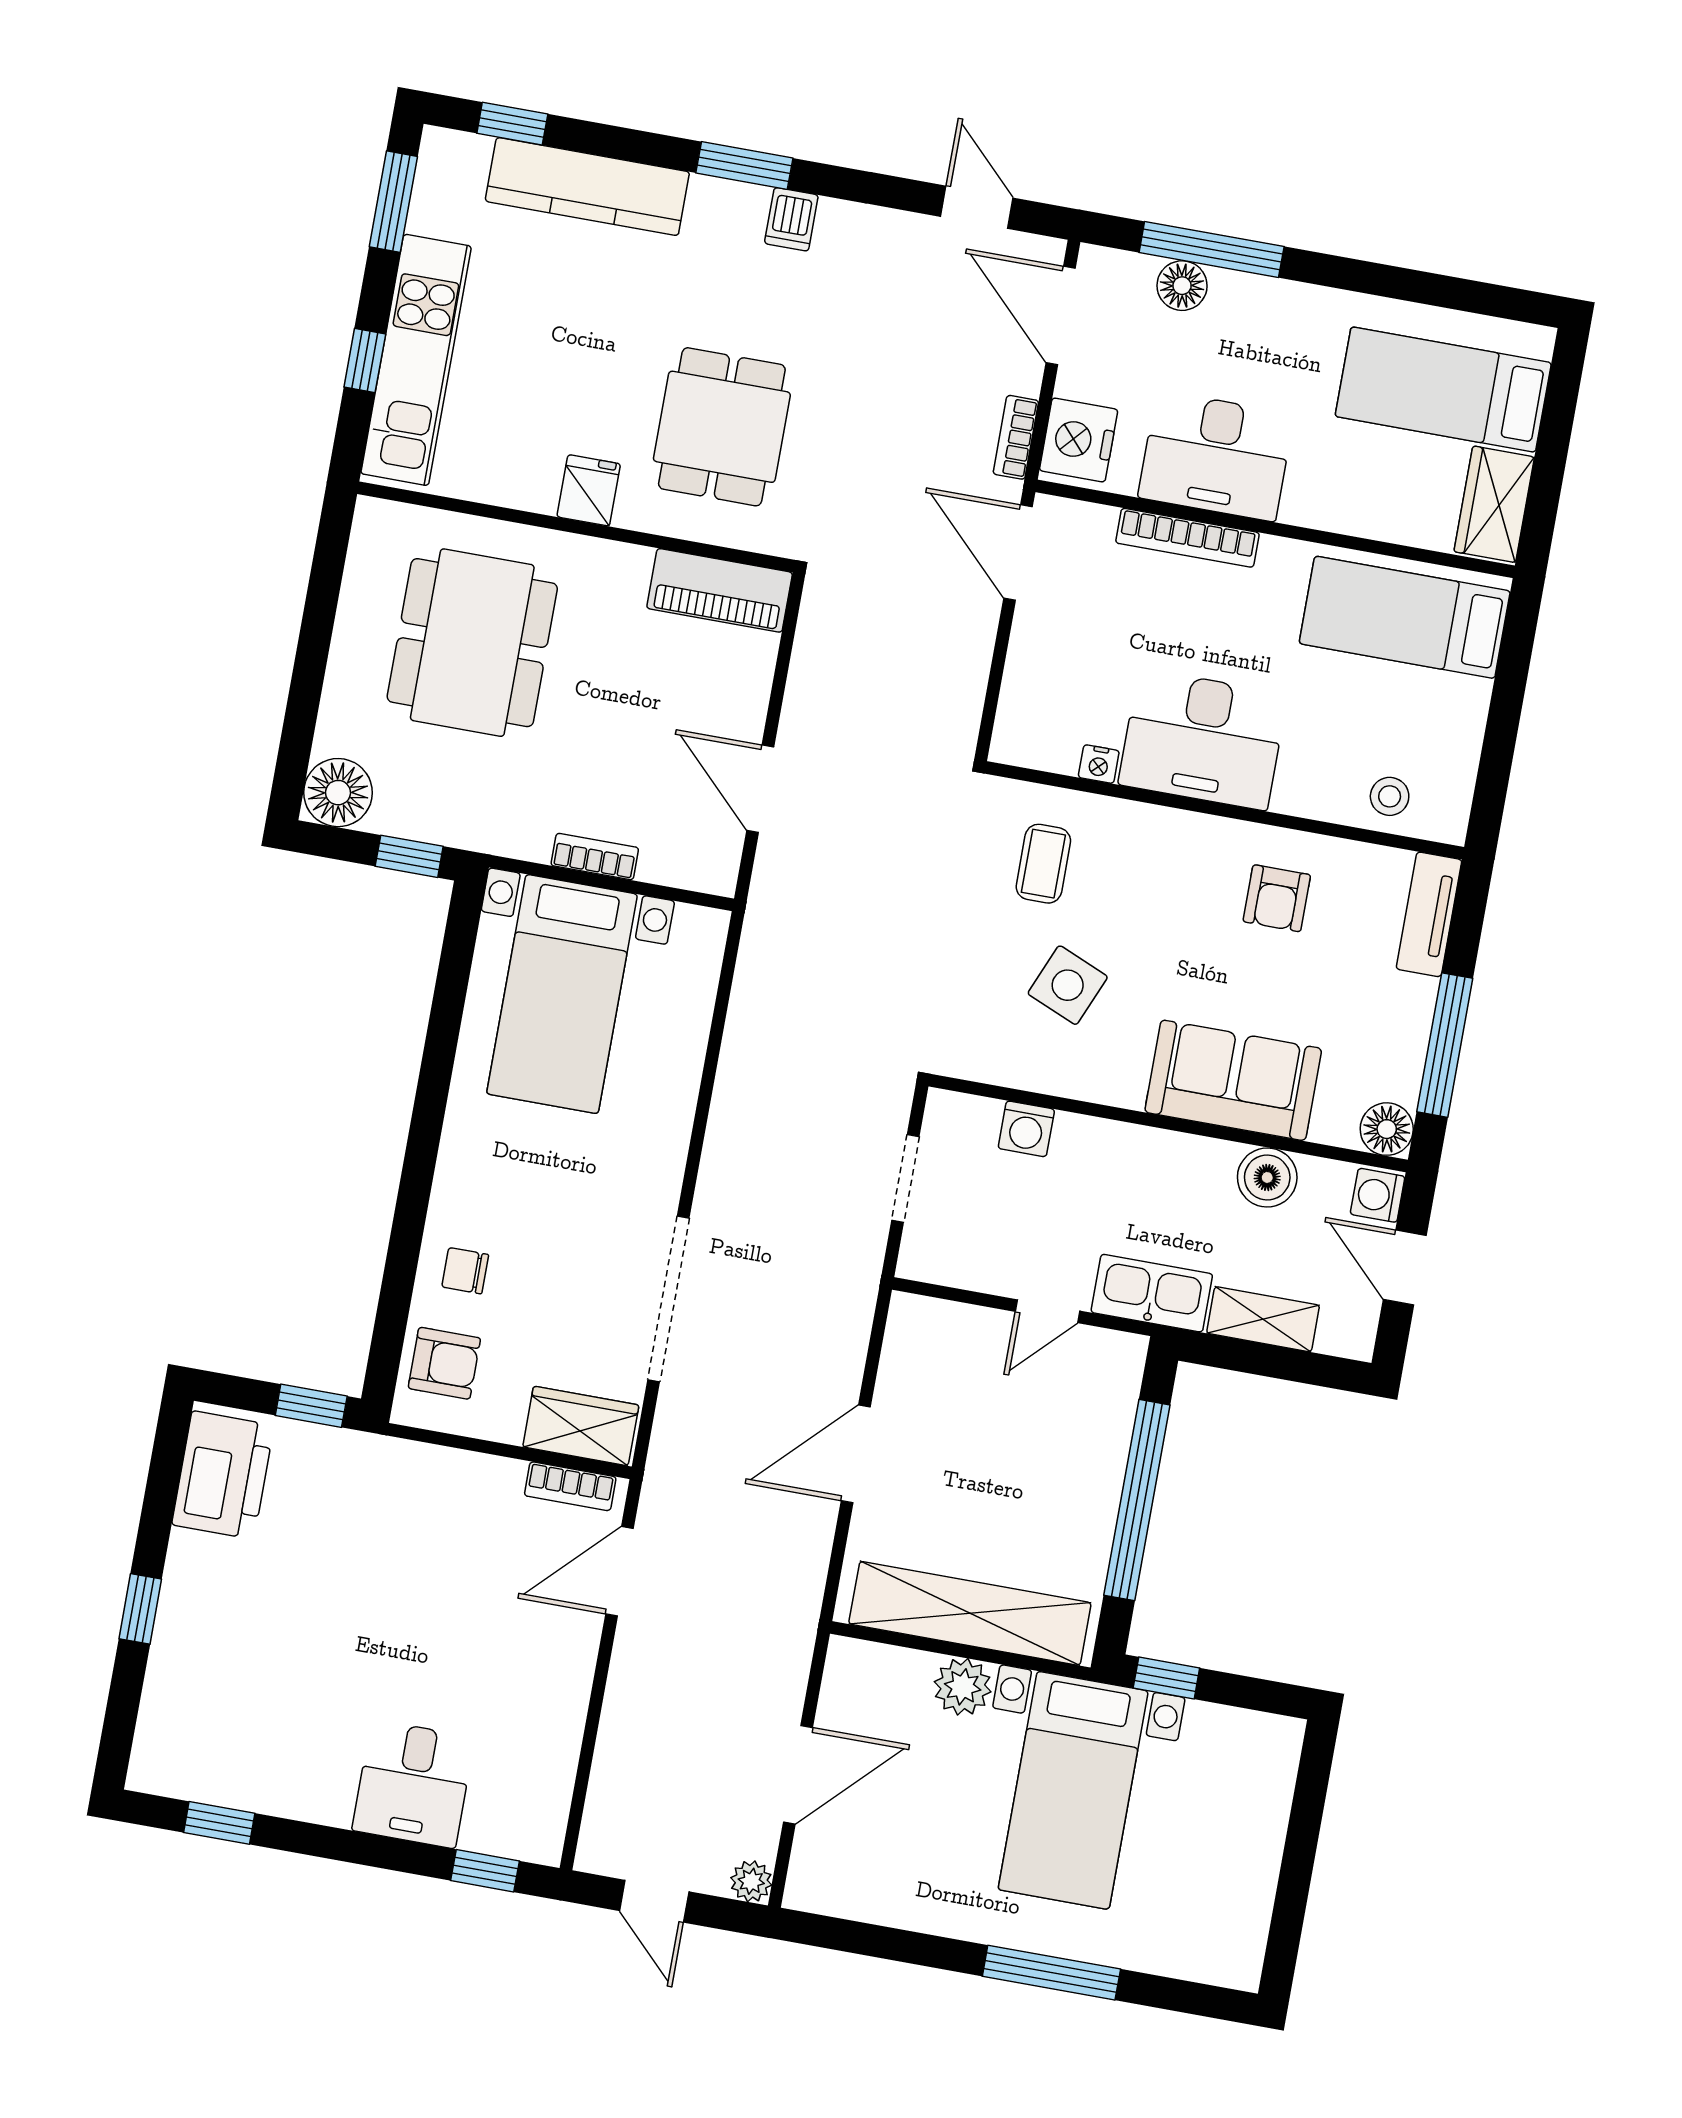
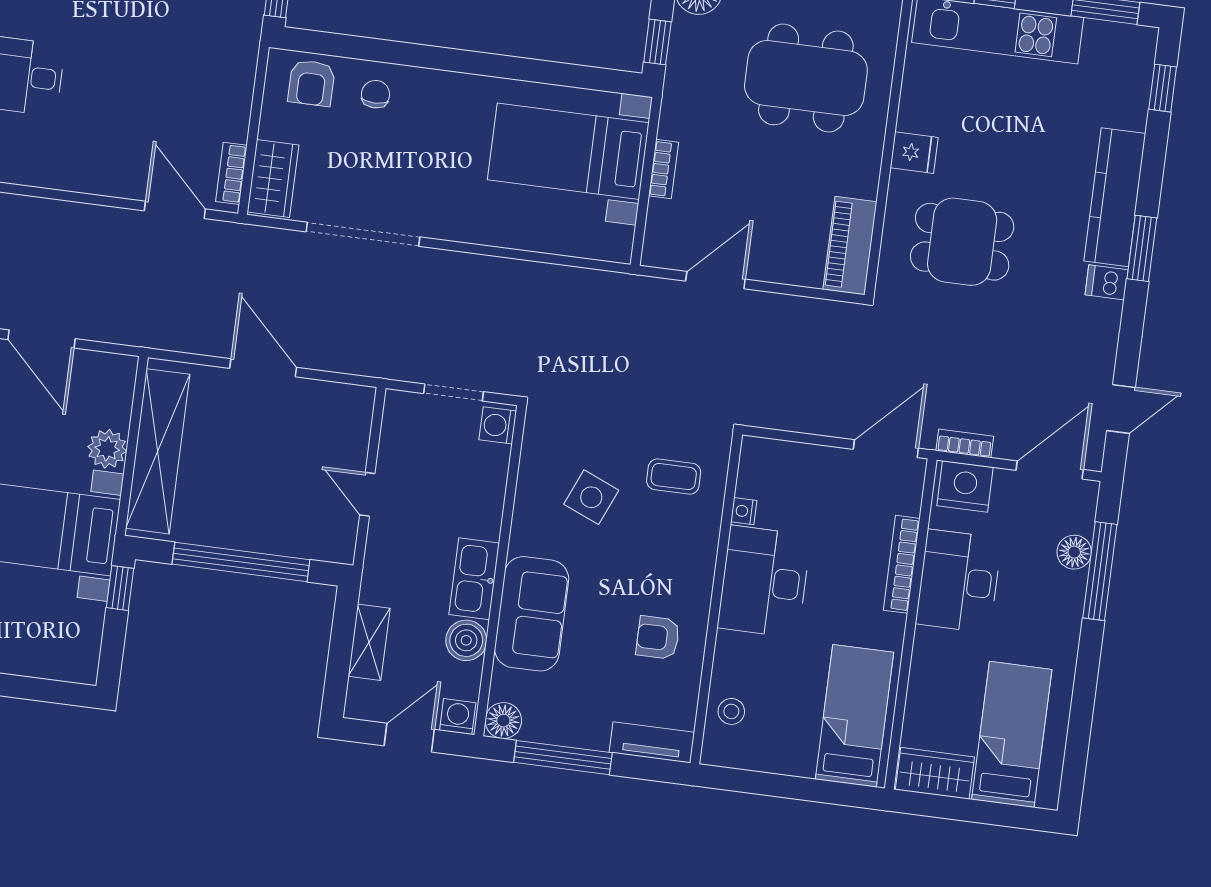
kitchen counter: (587, 187) -> (1115, 197), moved
washing machine: (1026, 1129) -> (498, 425), moved
kitchen sink: (1152, 1293) -> (474, 579), moved, turned 180

